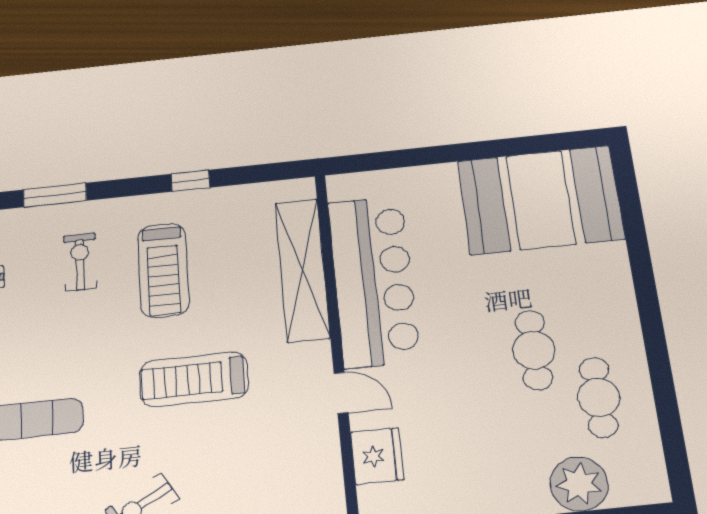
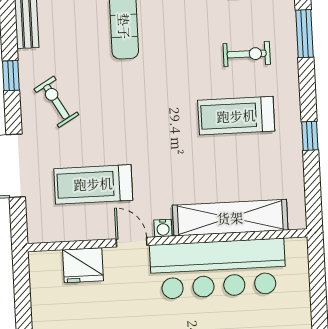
water cooler: (320, 353) -> (163, 228), added
treadmill: (194, 379) -> (93, 184), moved, turned -90
door: (341, 393) -> (132, 242), swing flipped

